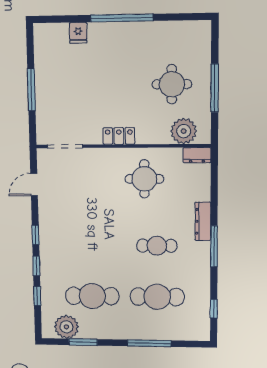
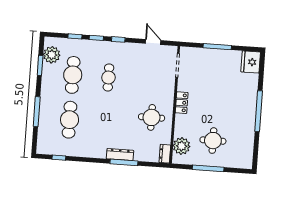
fridge: (78, 33) -> (251, 62), moved, width x1.88, depth x1.34
cafe table: (157, 246) -> (108, 77), moved
window: (214, 246) -> (124, 162), moved

